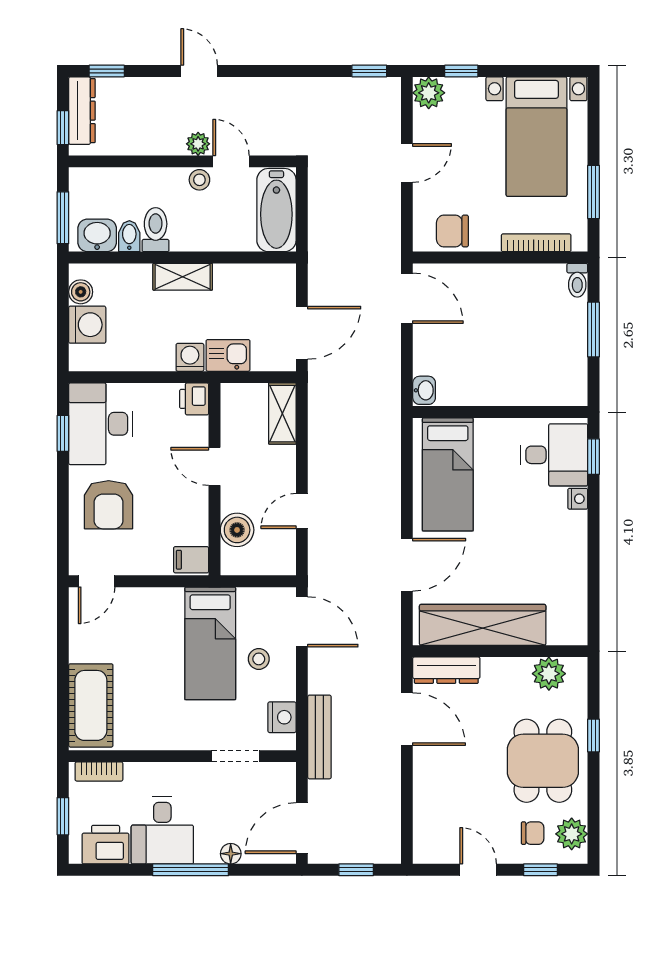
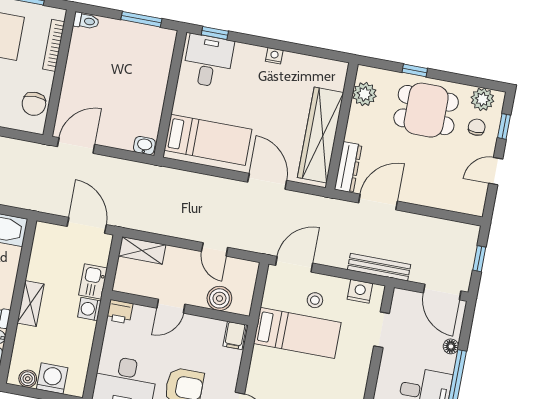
window: (593, 330) -> (141, 19), moved
nightstand: (578, 499) -> (274, 56), moved

